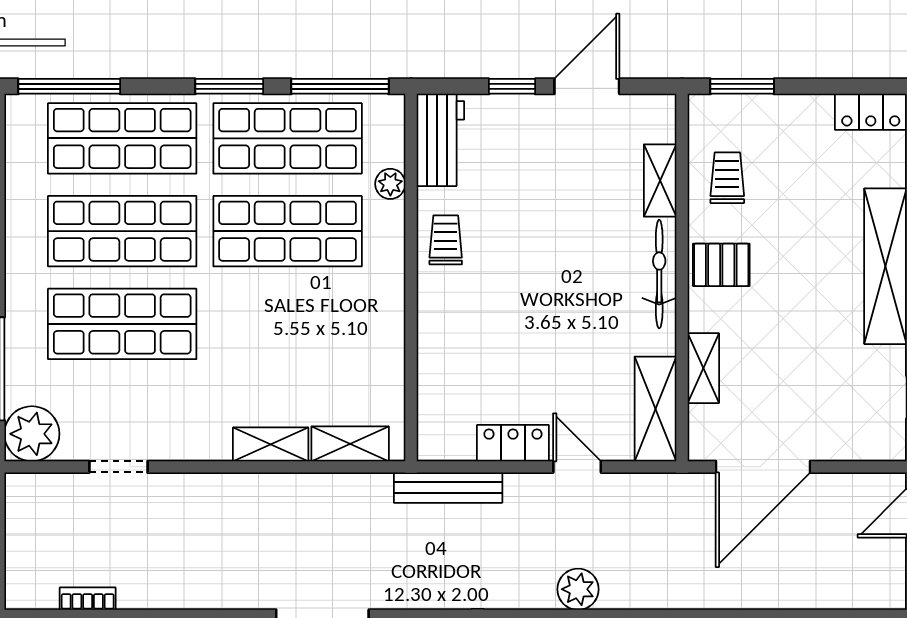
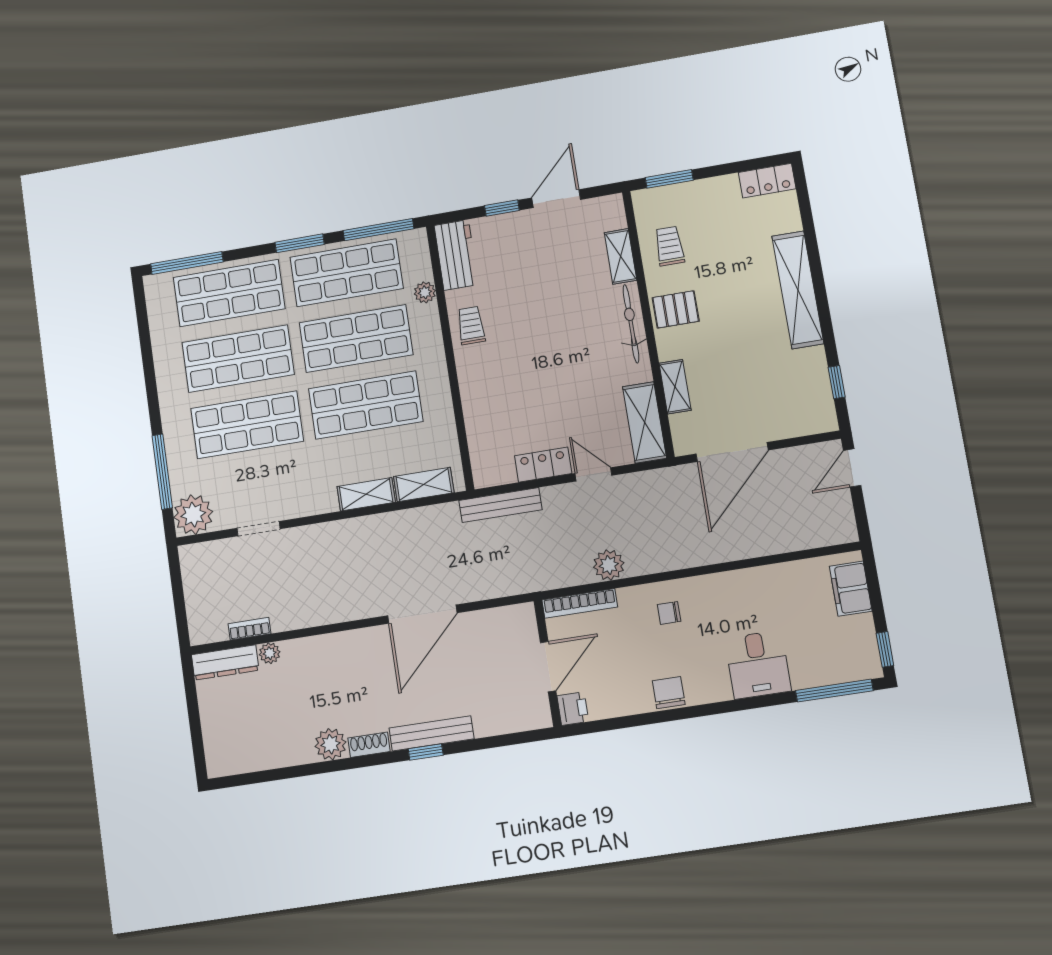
shop shelf: (288, 324) -> (366, 405), added

